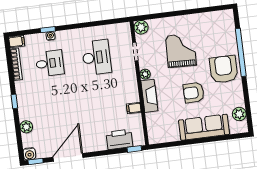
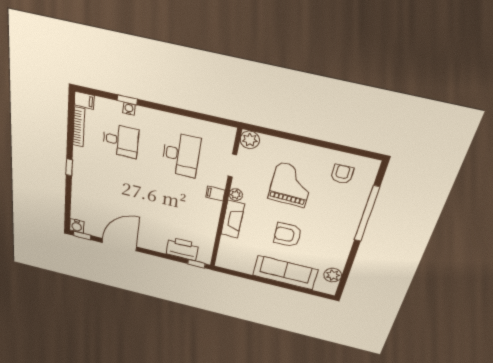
armchair: (224, 69) -> (342, 174), moved, width x0.53, depth x0.53
filing cabinet: (134, 108) -> (215, 194), moved
plant: (26, 127) -> (78, 199), removed

